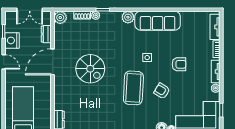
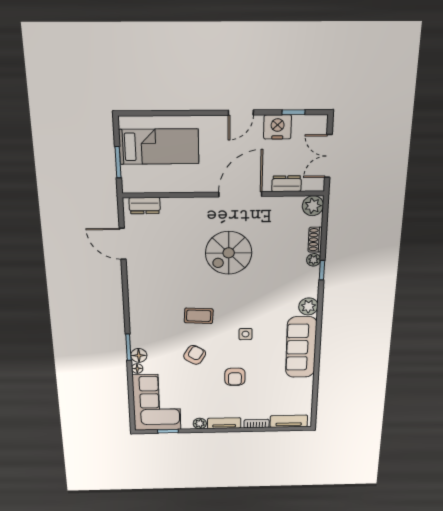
door: (52, 62) -> (240, 194), hinge flipped
coffee table: (133, 88) -> (199, 316), width x0.54, depth x0.58

